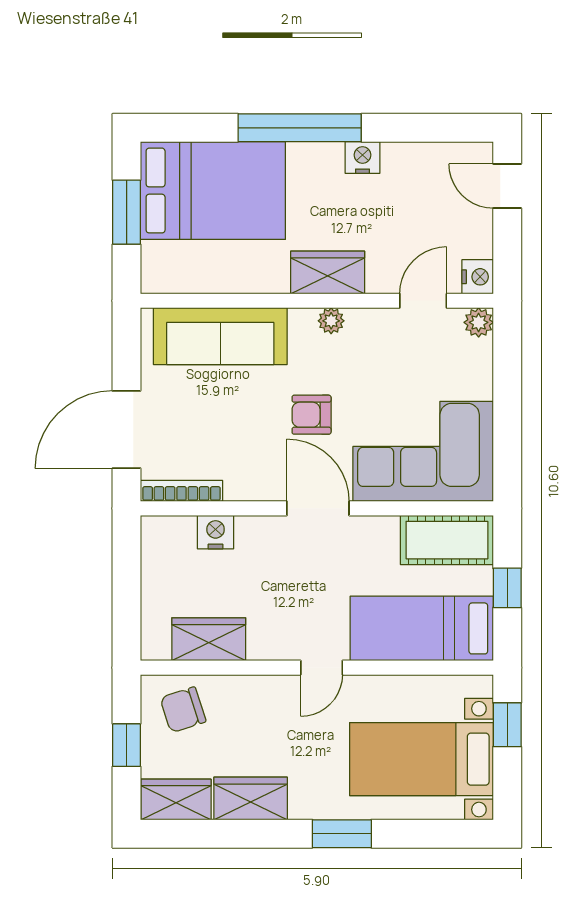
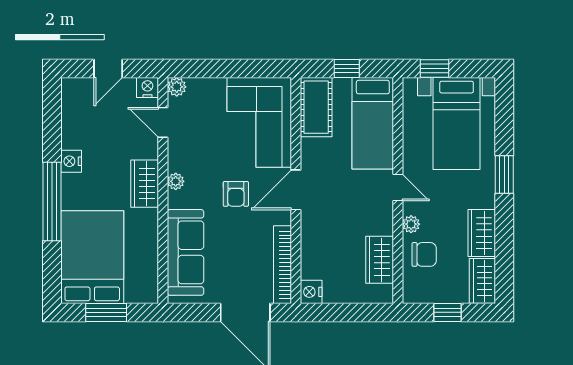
door: (507, 186) -> (108, 69), moved
bookcase: (181, 491) -> (283, 265), width x1.48, depth x1.31
nightstand: (216, 532) -> (311, 292), moved
plant: (264, 688) -> (411, 224), added
chair: (183, 710) -> (424, 254), moved, turned -72

